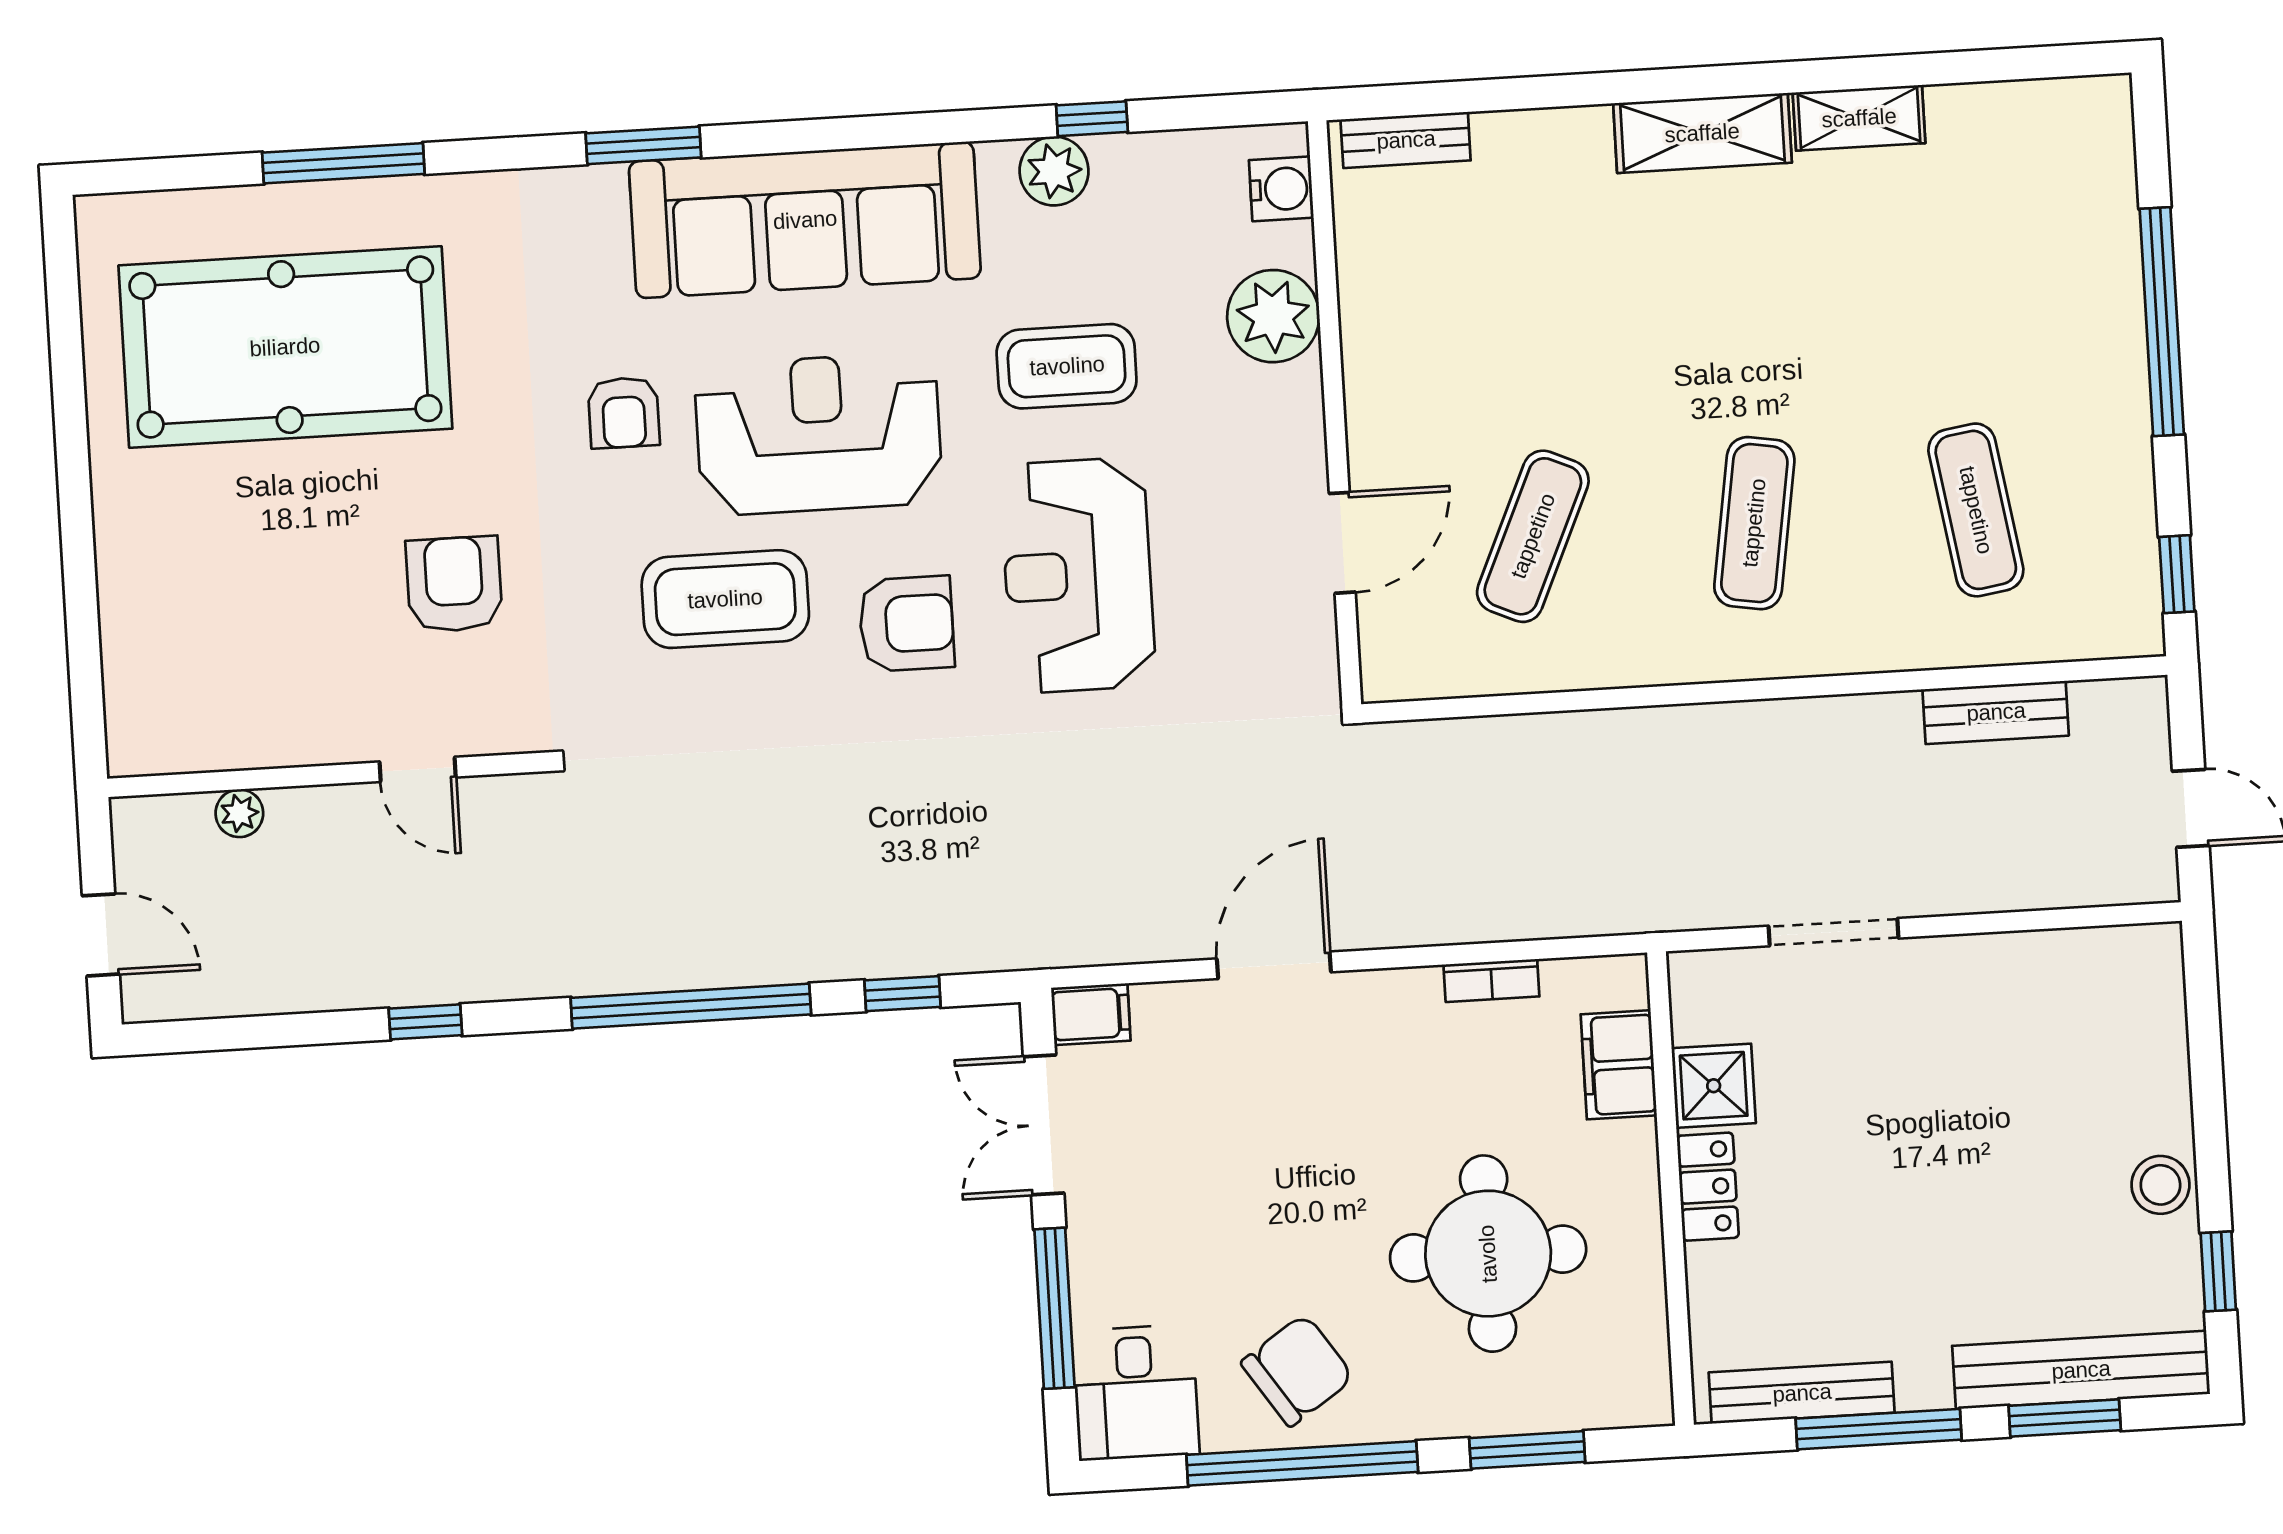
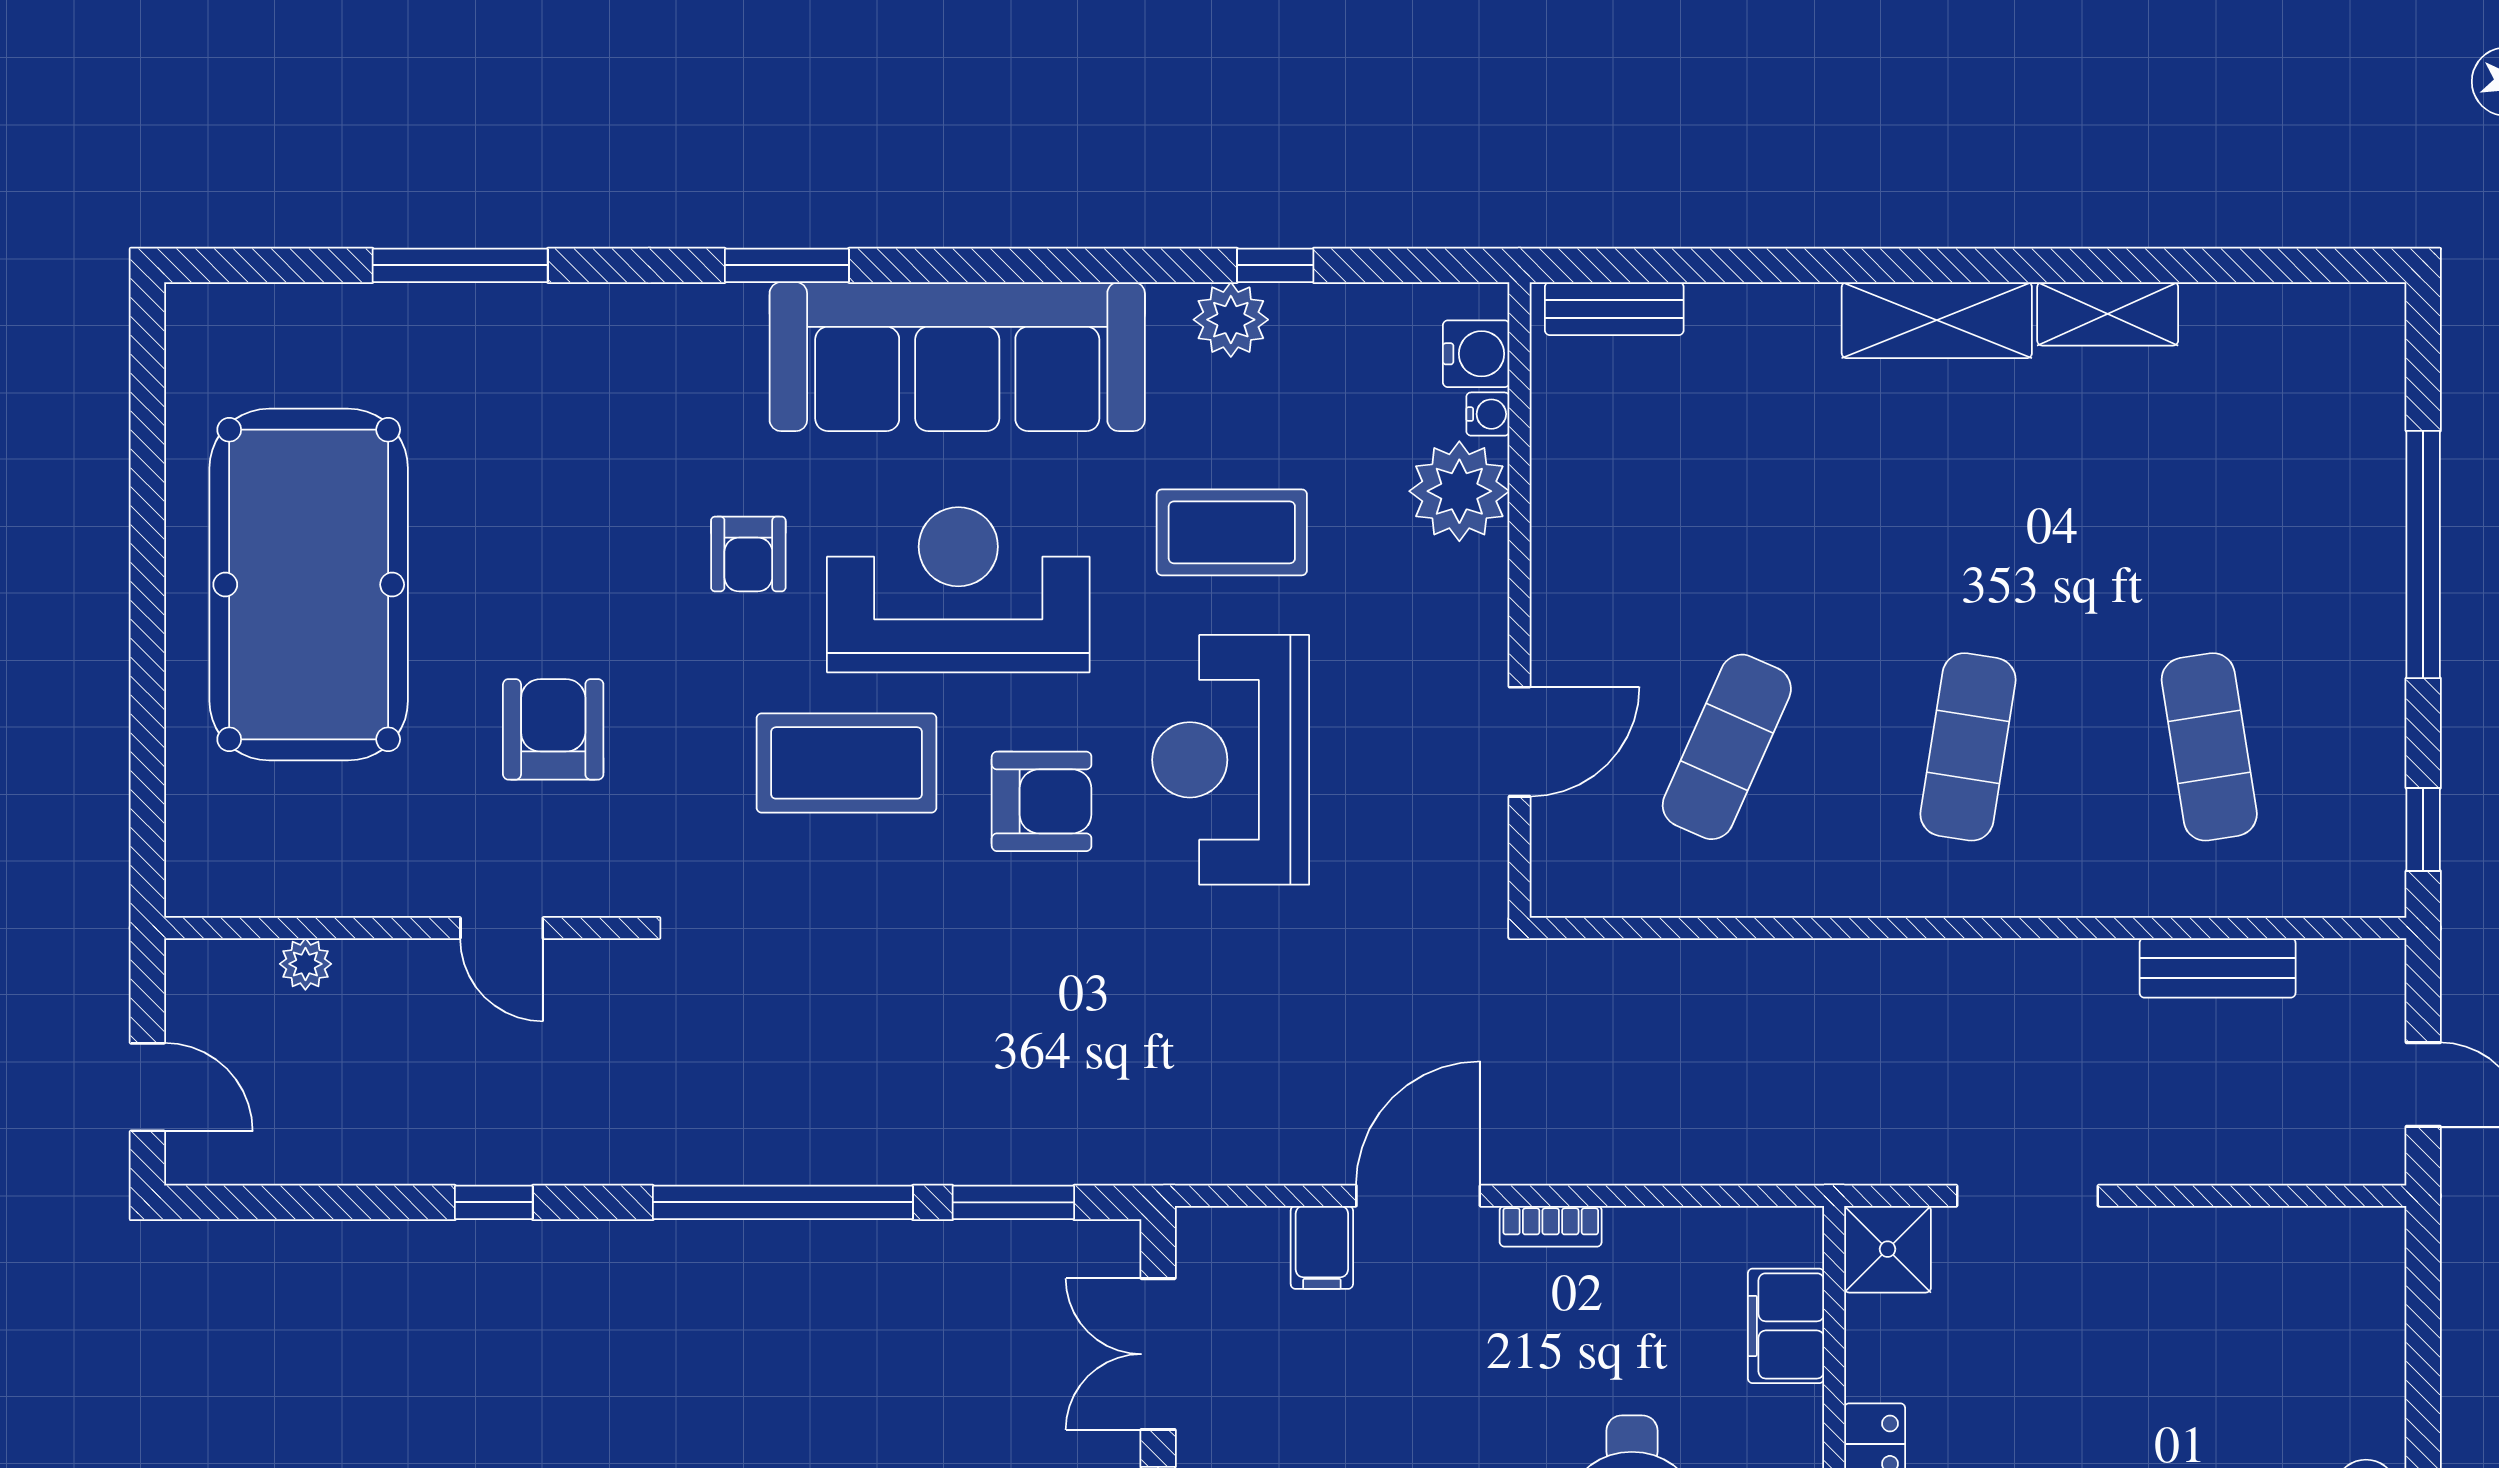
water cooler: (1295, 244) -> (1488, 414), added
pool table: (285, 347) -> (309, 585), moved, turned 90
bookcase: (1491, 981) -> (1551, 1226), moved
window: (902, 994) -> (1013, 1202), width x1.50
filing cabinet: (1091, 1014) -> (1322, 1247), moved, turned 90
shower: (1714, 1086) -> (1888, 1249), moved

